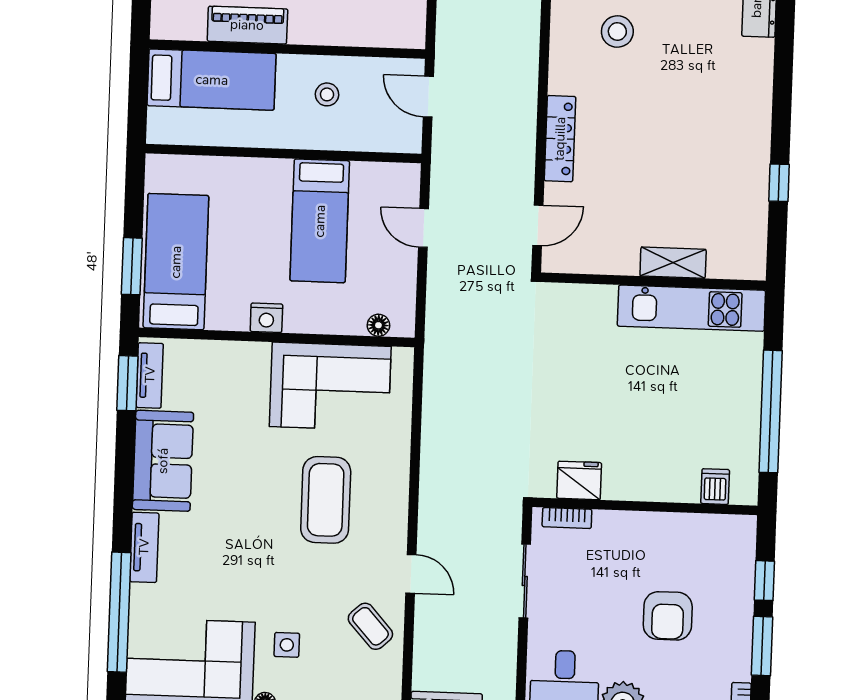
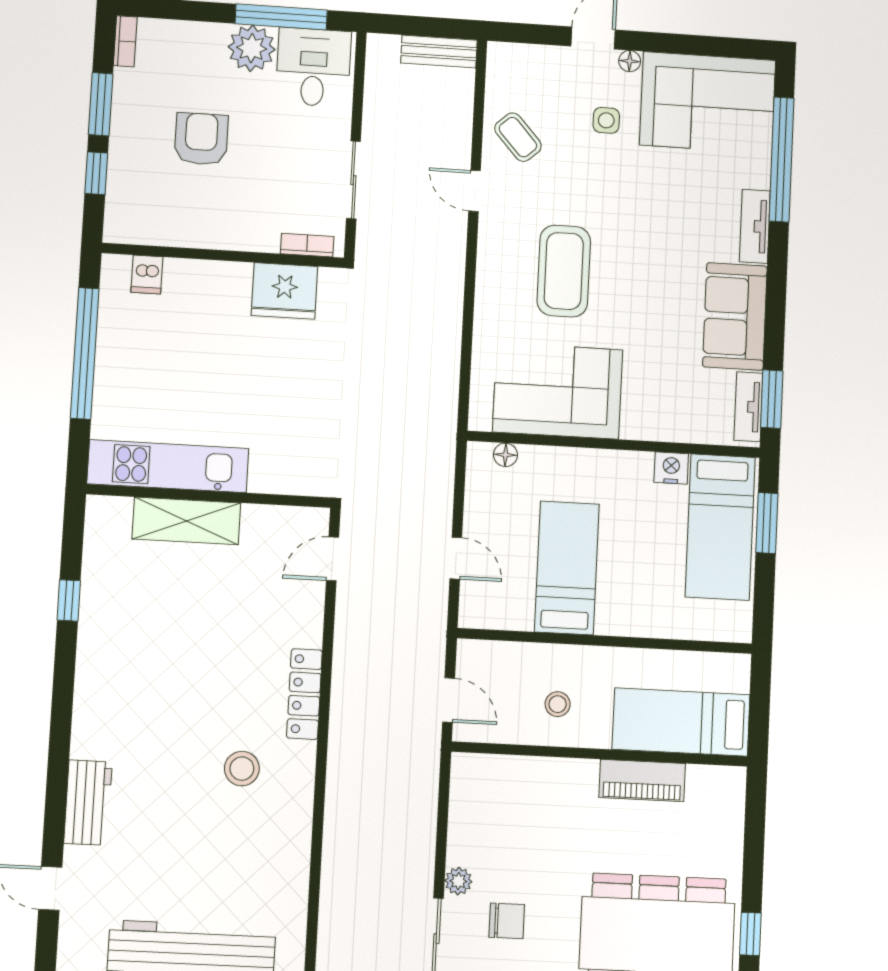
locker: (560, 139) -> (304, 694), moved
shelving: (673, 263) -> (186, 521), width x1.50, depth x1.33
nightstand: (266, 318) -> (671, 468), moved
fridge: (579, 480) -> (284, 291), width x1.36, depth x1.34

